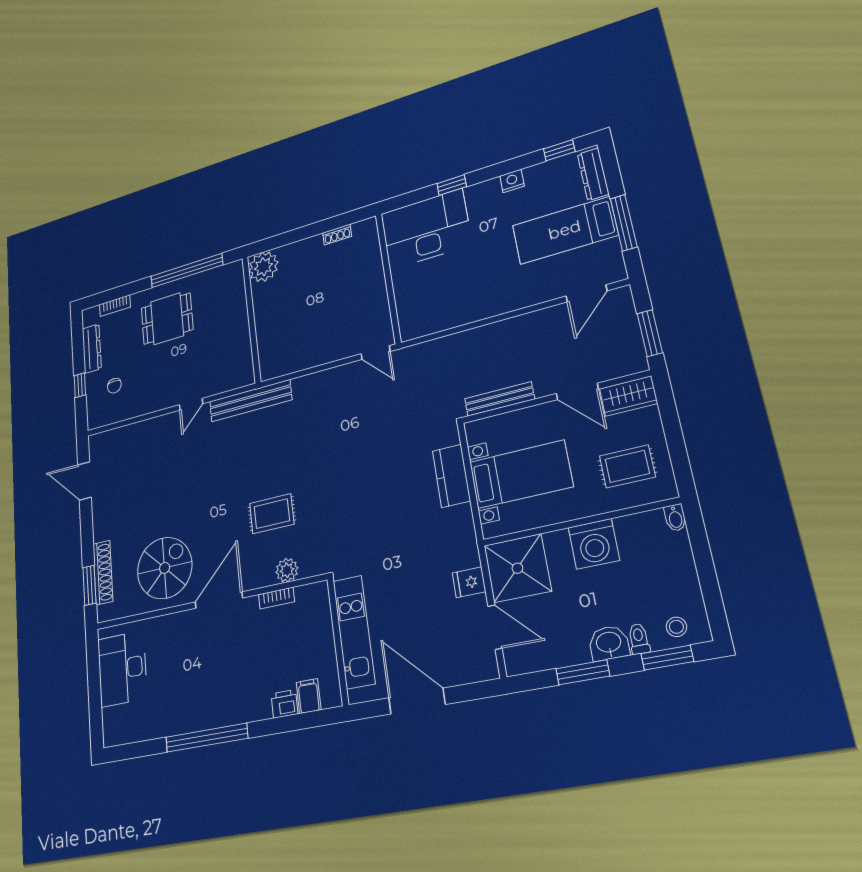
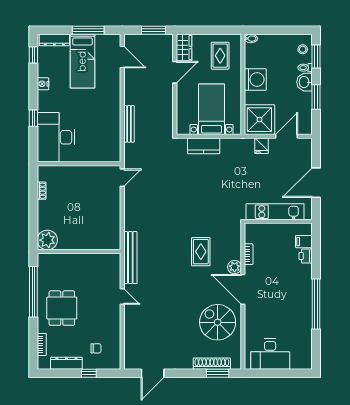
bench: (499, 399) -> (129, 124), moved
plant: (287, 570) -> (235, 267), moved

